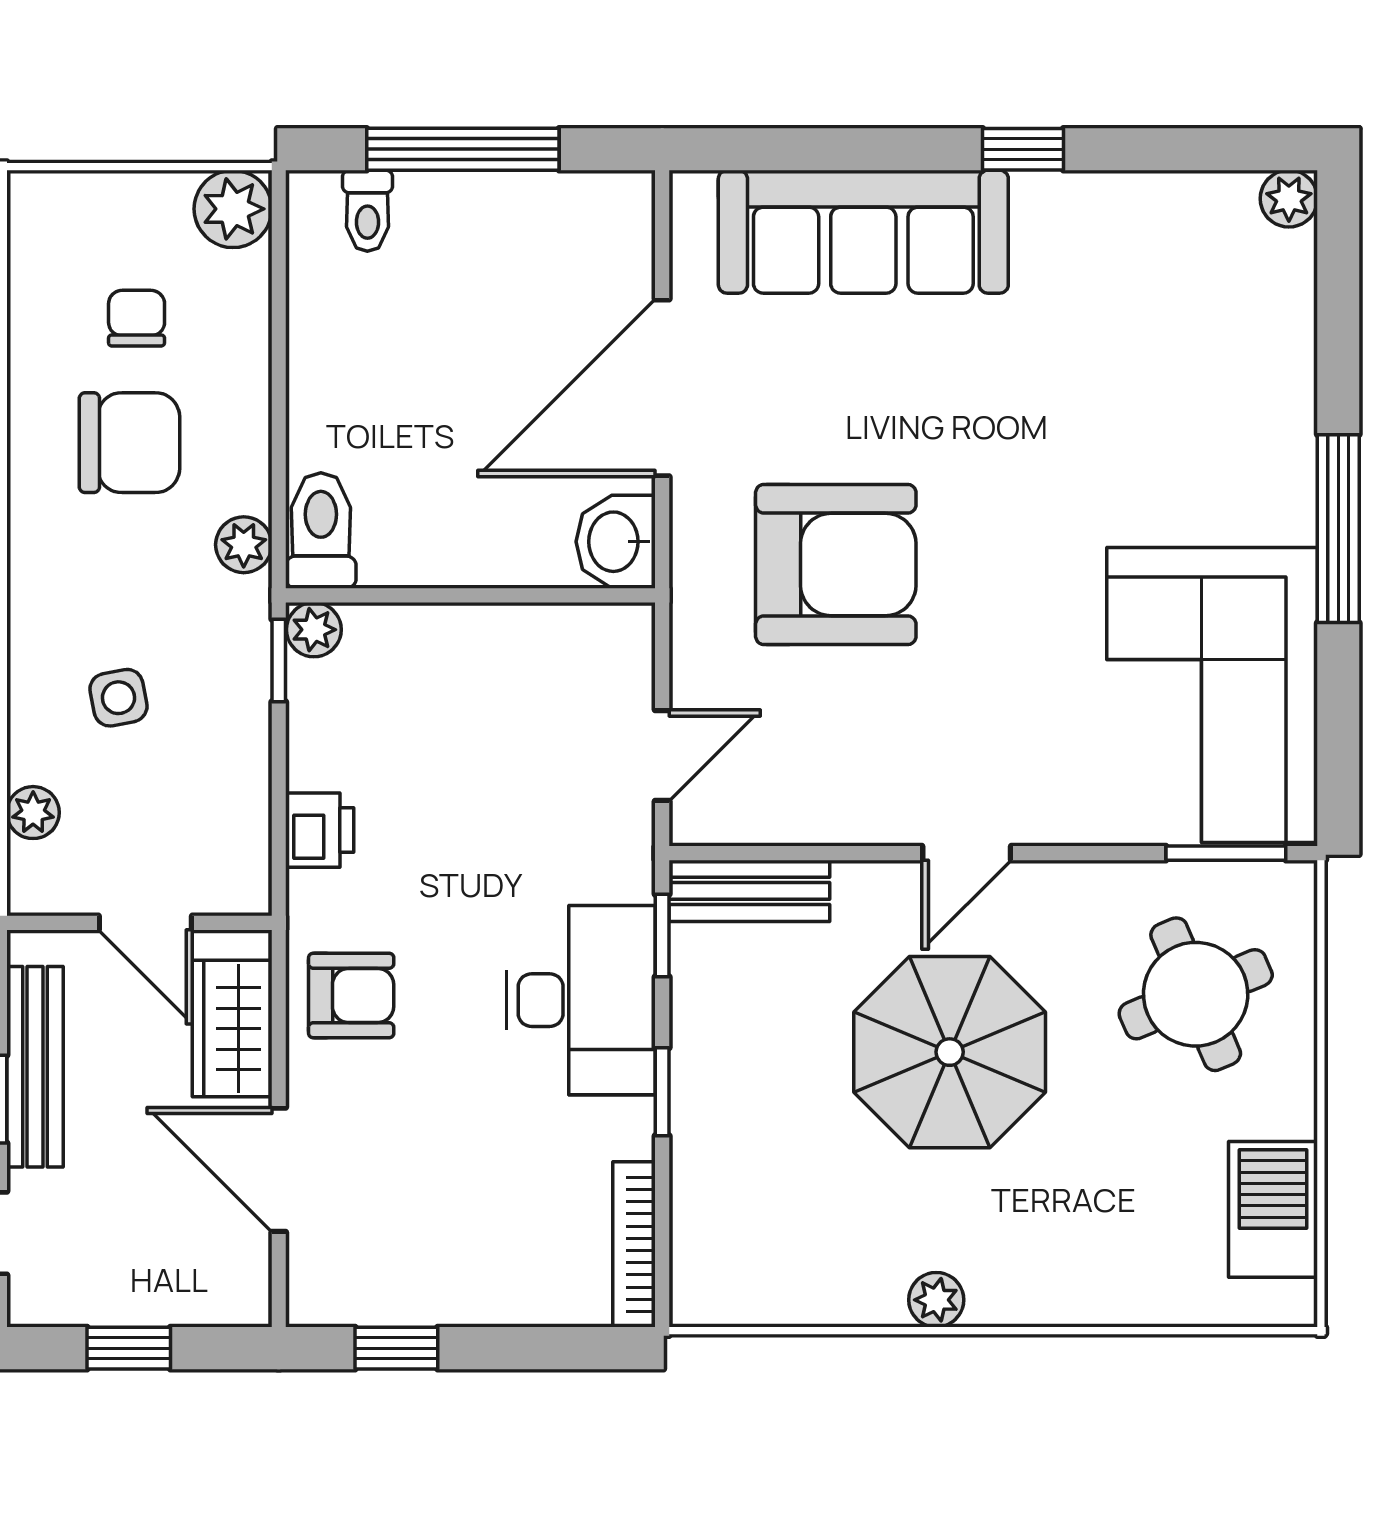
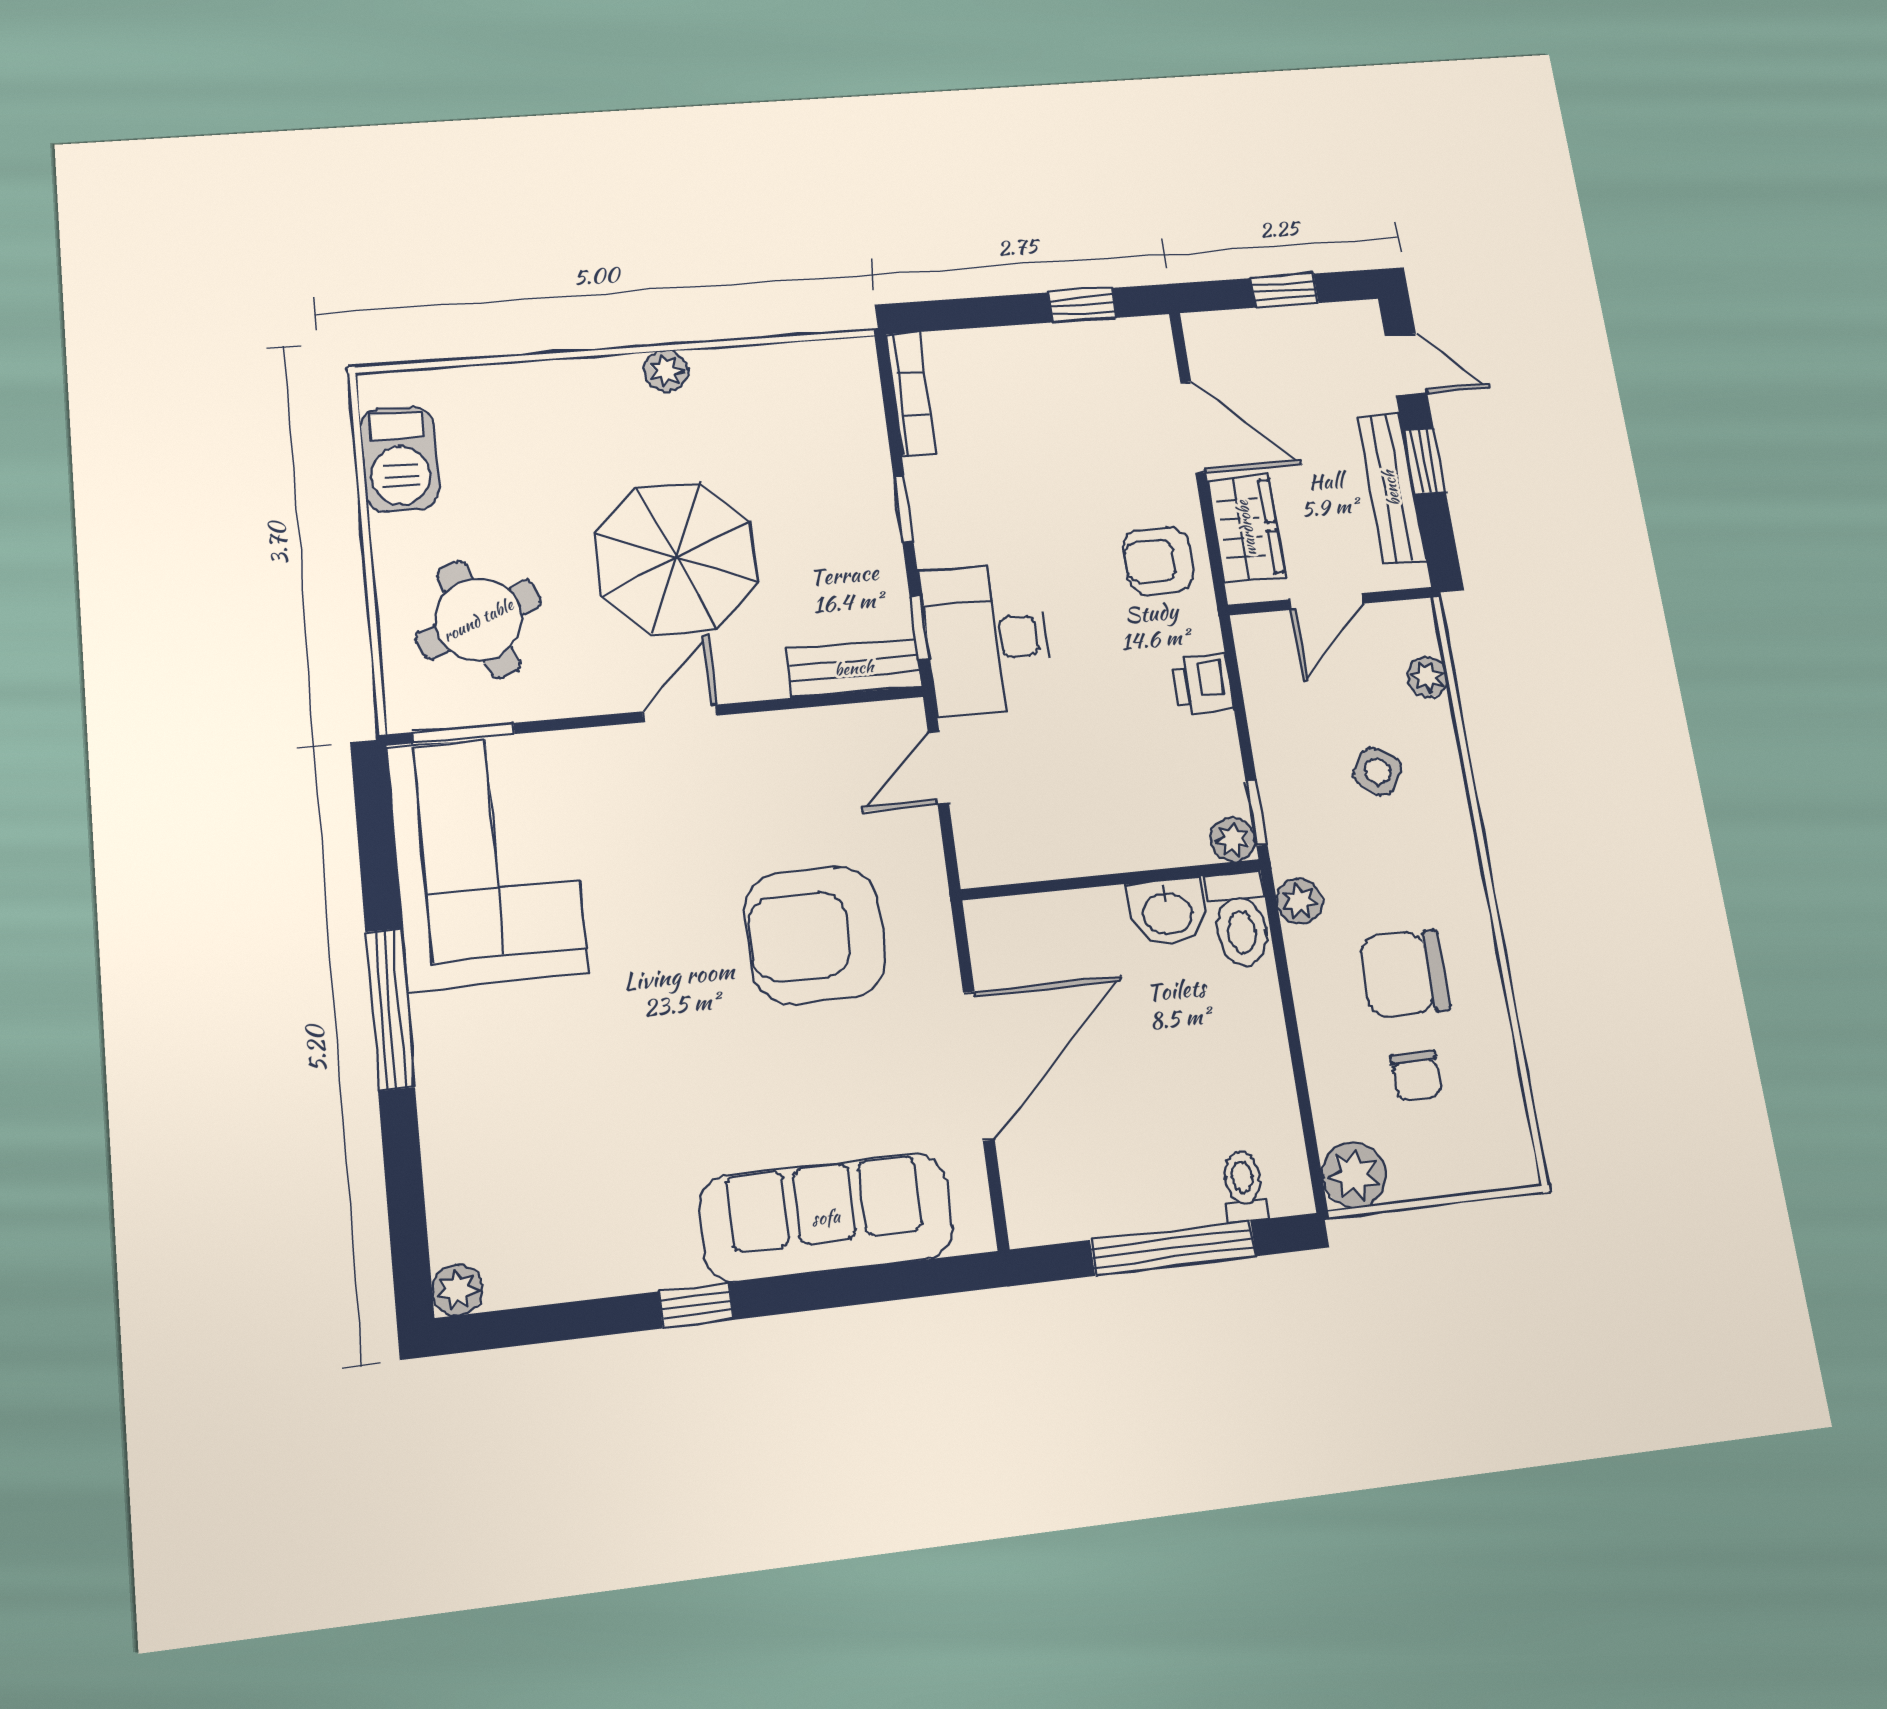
washbasin: (616, 542) -> (1167, 912), moved, turned 90
side table: (118, 698) -> (1377, 771), turned 45
door: (145, 923) -> (1326, 601), swing flipped
desk: (581, 1000) -> (987, 639), moved

